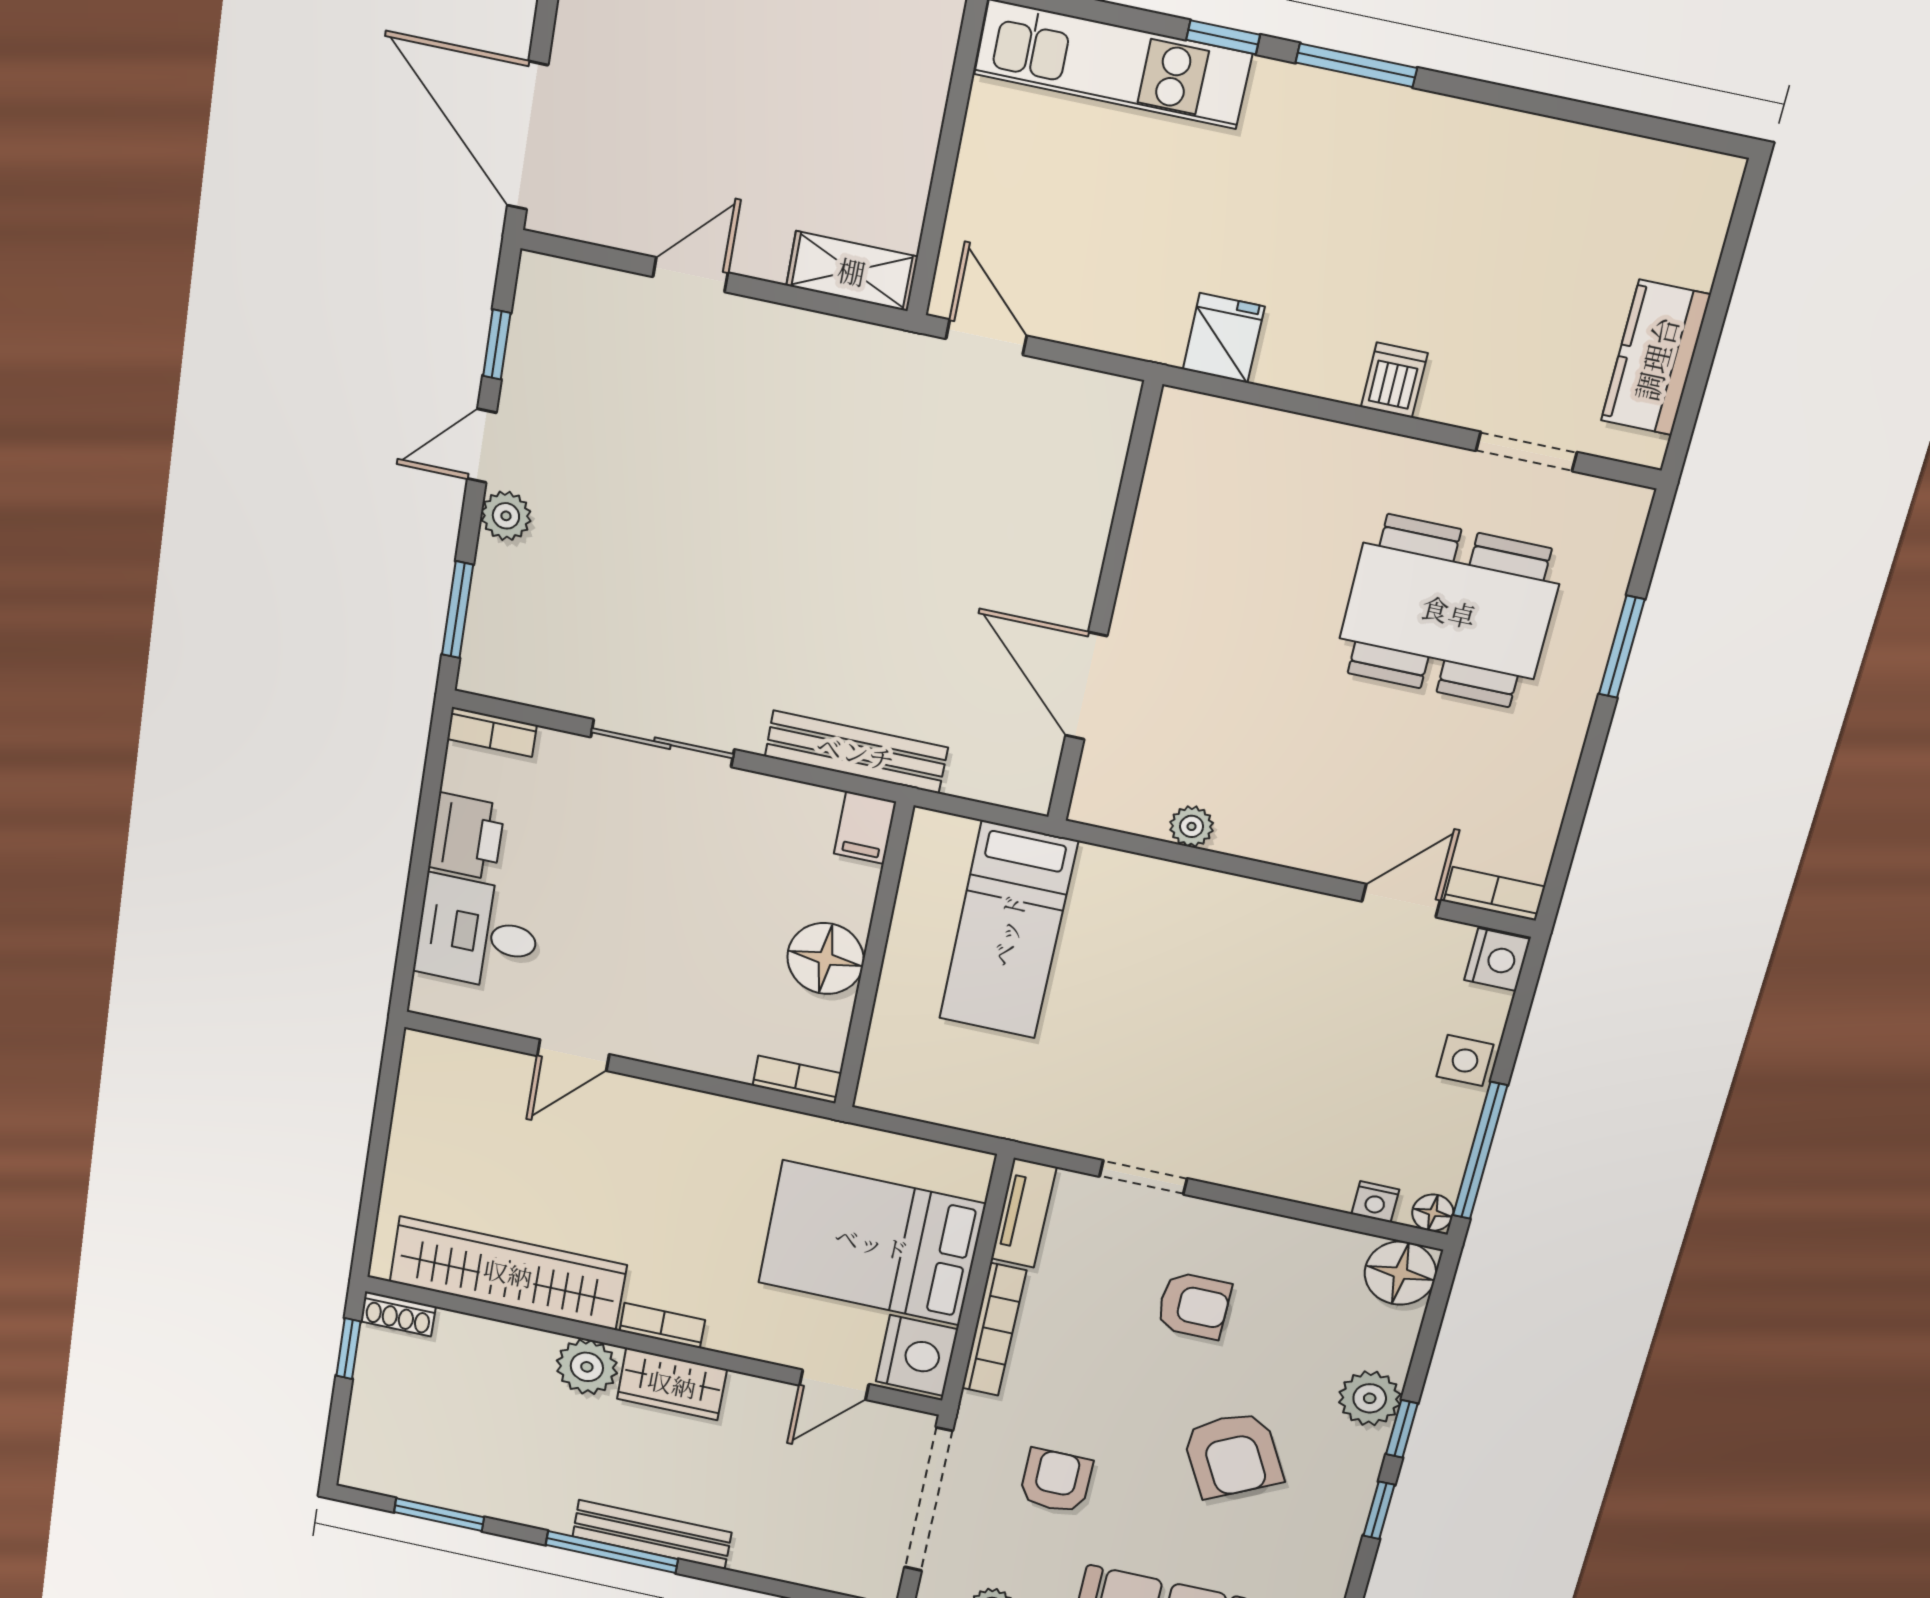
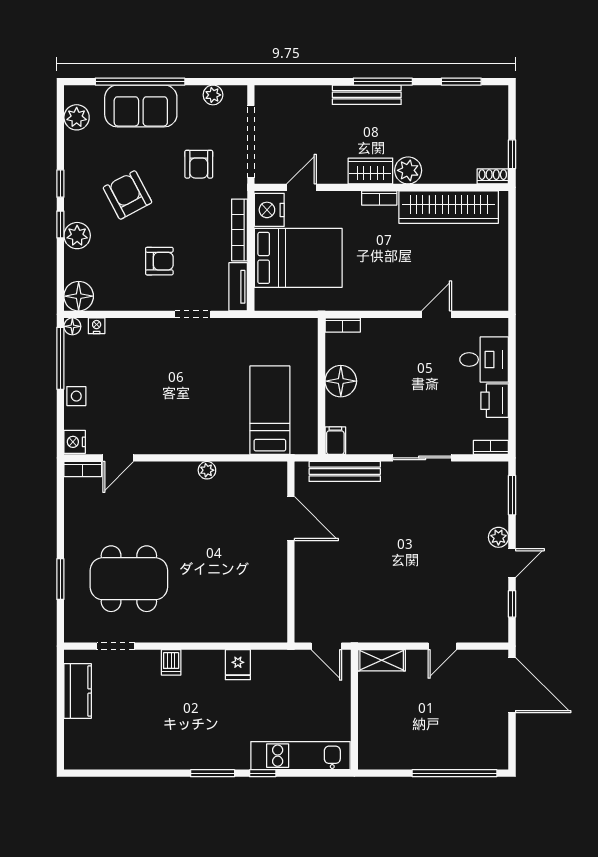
wall: (1104, 606) -> (291, 552), moved
door: (1086, 686) -> (291, 518), moved
armchair: (1194, 1305) -> (159, 261), turned 180

